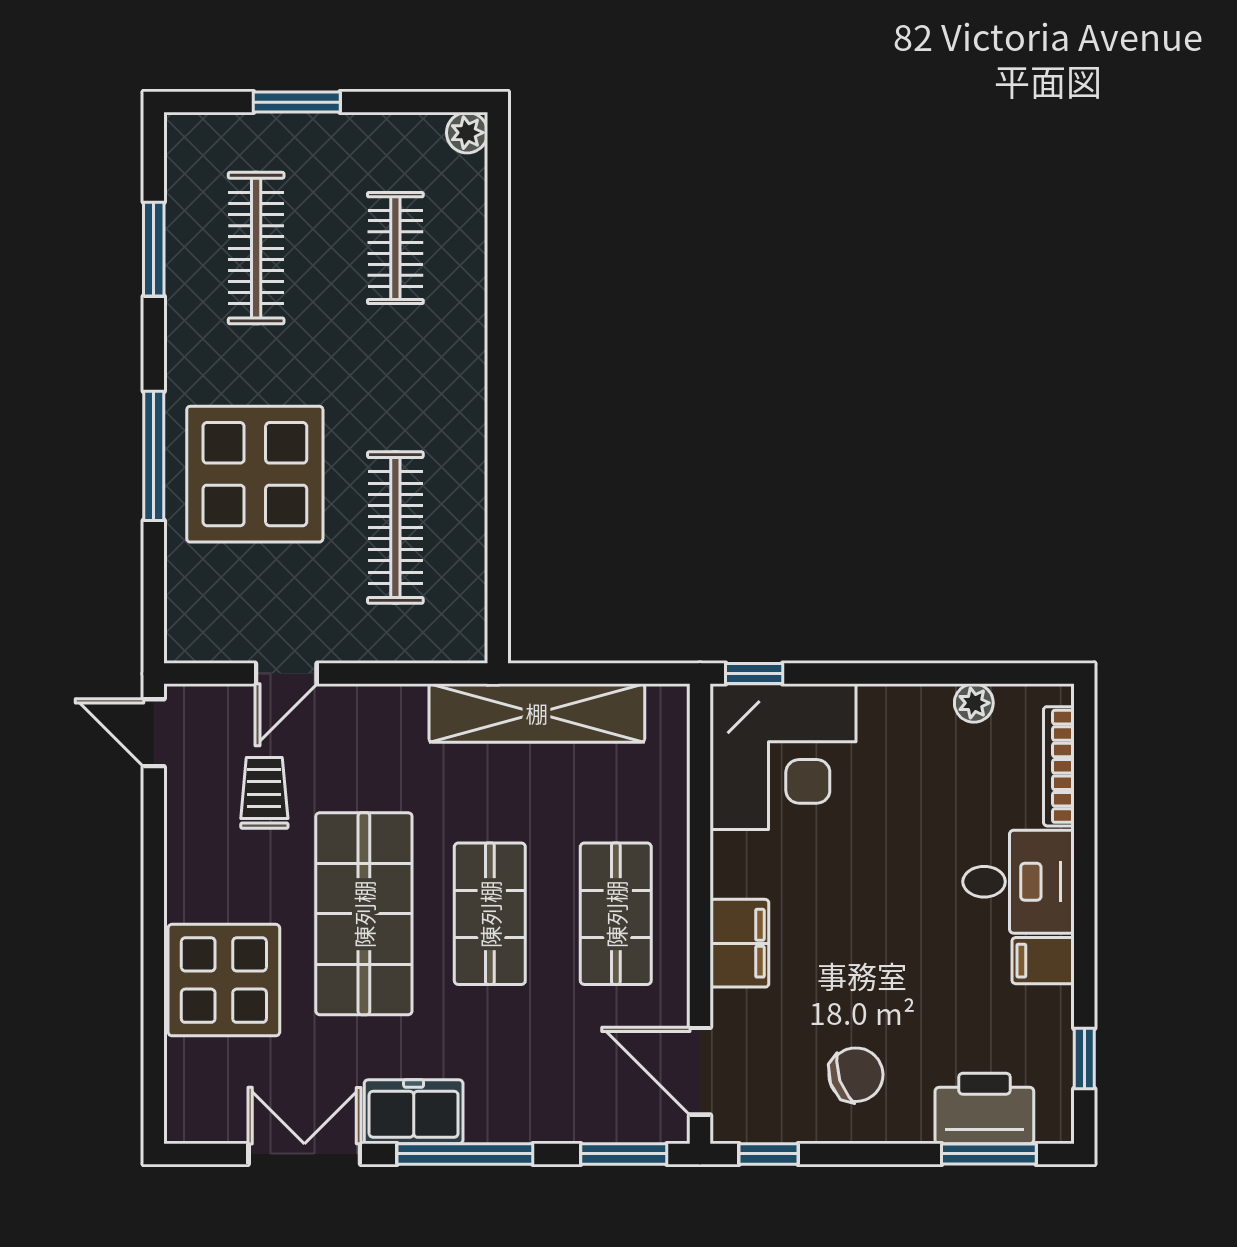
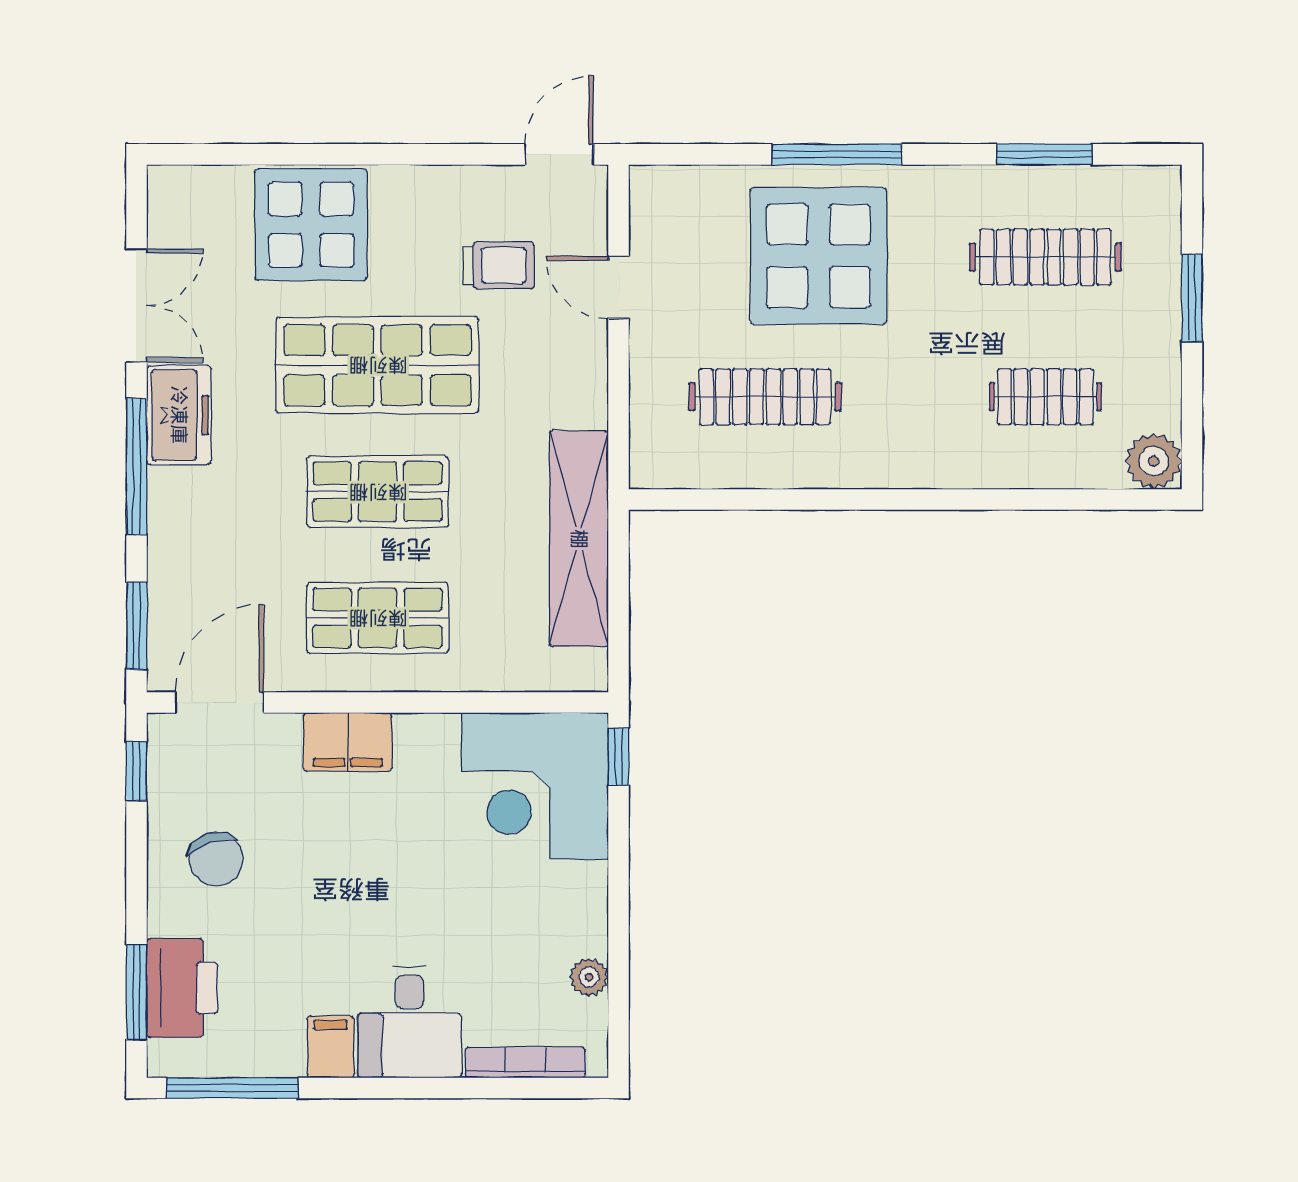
plant: (467, 133) -> (1154, 461), width x1.38, depth x1.38
window: (1084, 1058) -> (232, 1088), width x2.17

